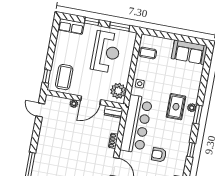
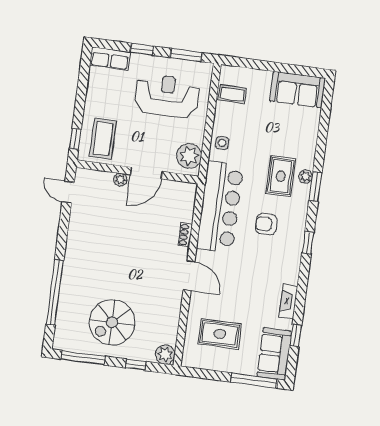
reception desk: (106, 52) -> (167, 96), turned -90
dresser: (113, 112) -> (183, 189), removed
armchair: (159, 155) -> (266, 224), moved

